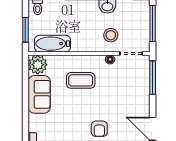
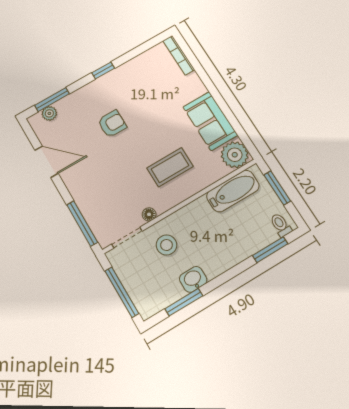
armchair: (99, 129) -> (112, 124), turned 90

